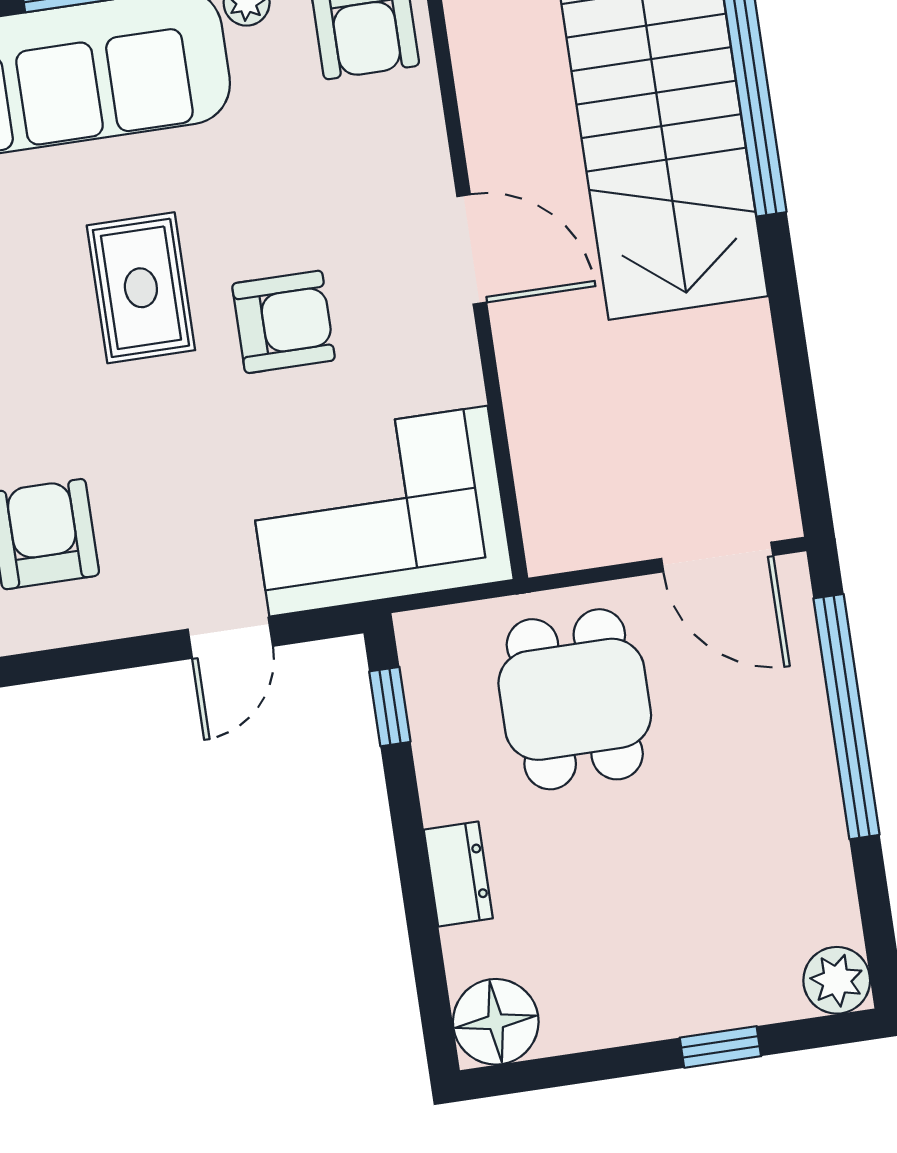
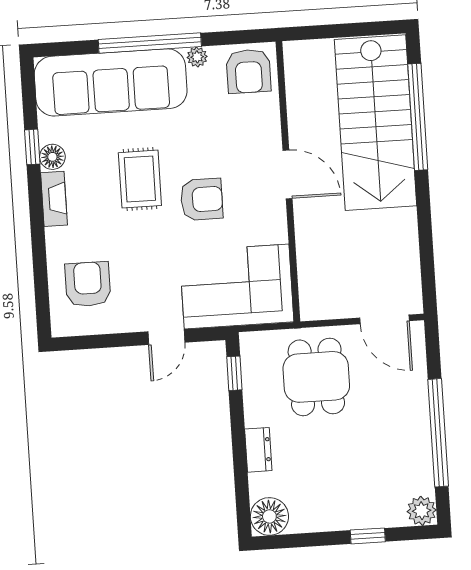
window: (846, 717) -> (438, 433), moved

